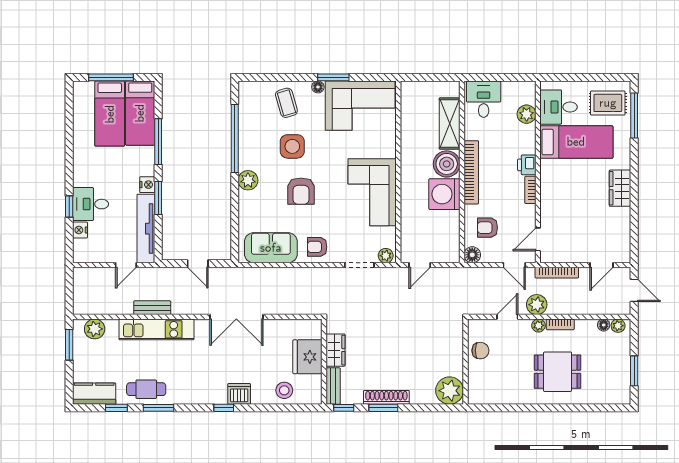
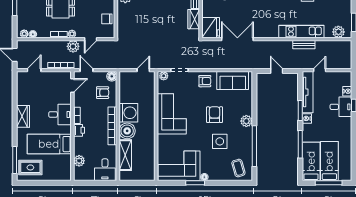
coffee table: (286, 103) -> (238, 168), moved
desk: (559, 107) -> (60, 114), moved
double door: (236, 317) -> (237, 39), moved
fridge: (307, 357) -> (211, 28), moved

